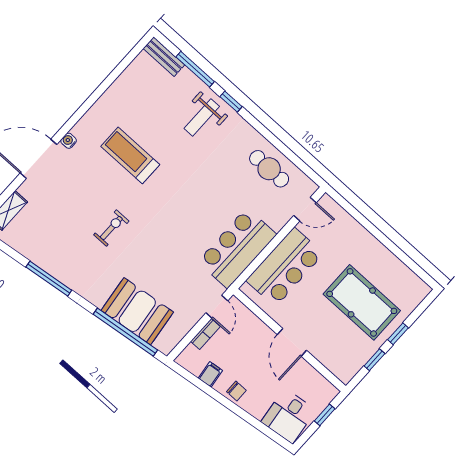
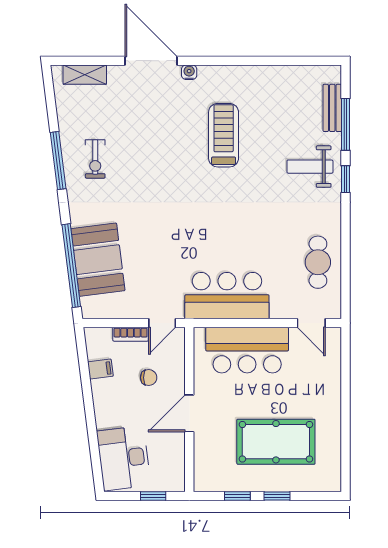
bench: (164, 57) -> (332, 108), moved
exercise bike: (111, 228) -> (95, 159), moved, turned 90
pool table: (362, 302) -> (276, 442), turned 90
chair: (236, 391) -> (149, 378), moved, turned -90
desk: (289, 416) -> (124, 458), width x1.37

